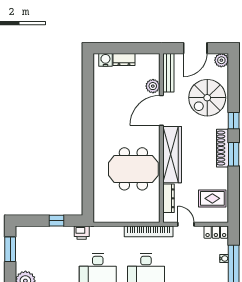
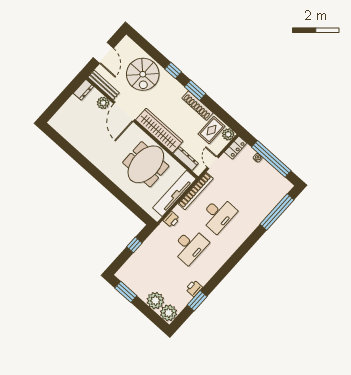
dresser: (124, 59) -> (84, 90), moved
water cooler: (105, 60) -> (58, 118), removed
plant: (221, 60) -> (228, 134), moved
shoe rack: (222, 148) -> (198, 106), moved
tv unit: (130, 215) -> (174, 193), added
door: (186, 224) -> (213, 163), hinge flipped
printer: (82, 233) -> (171, 219), moved

